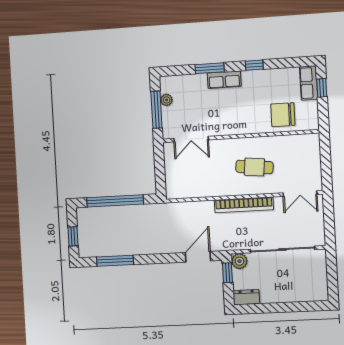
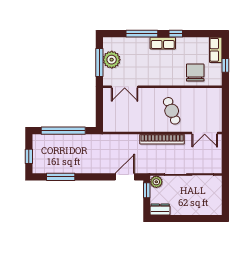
window: (210, 68) -> (142, 34), width x1.44
row of seats: (224, 80) -> (163, 43), moved
window: (322, 88) -> (225, 65), moved
plant: (166, 100) -> (112, 60), width x1.88, depth x1.88
chair: (283, 115) -> (195, 73), turned 90
cafe table: (254, 167) -> (172, 111), turned 63

